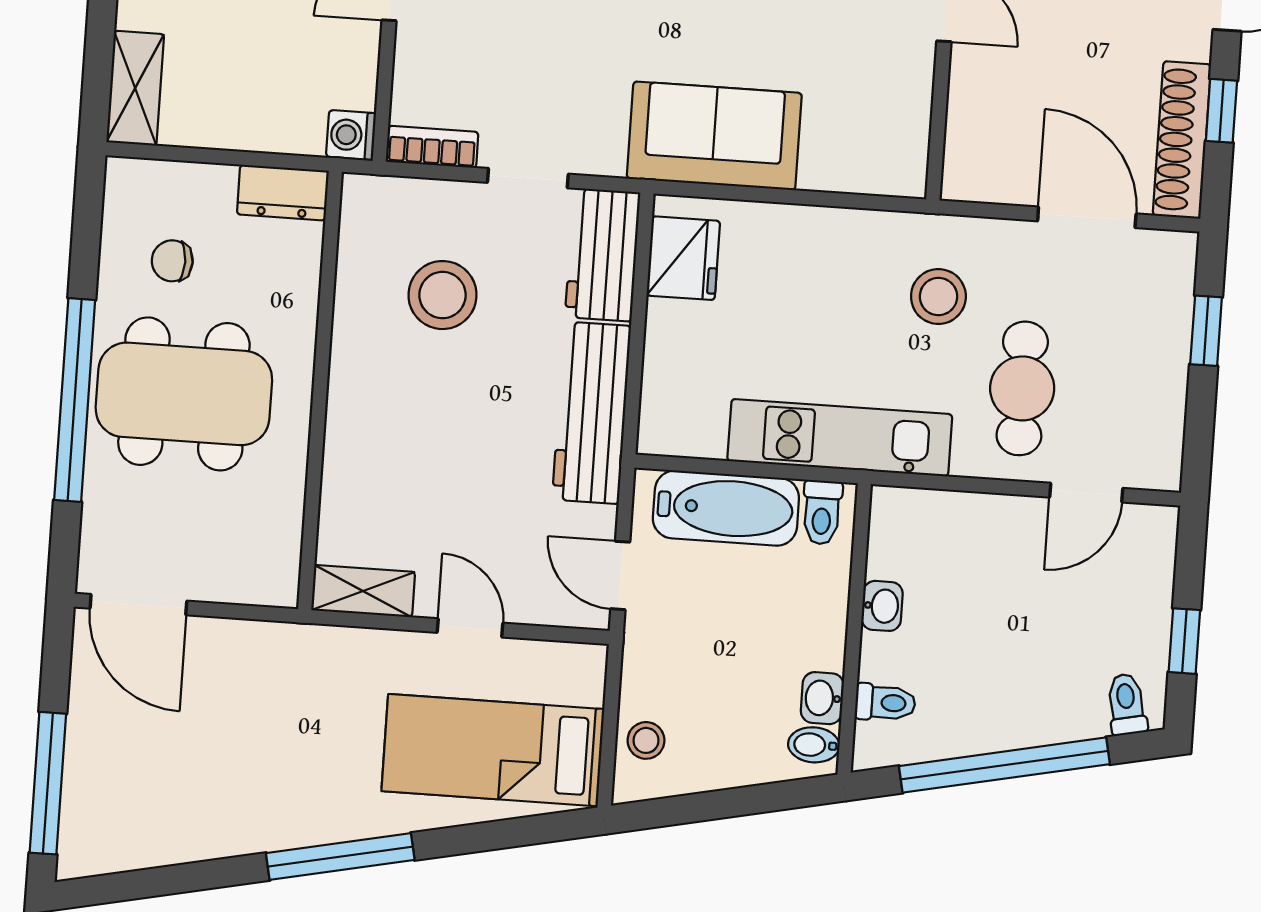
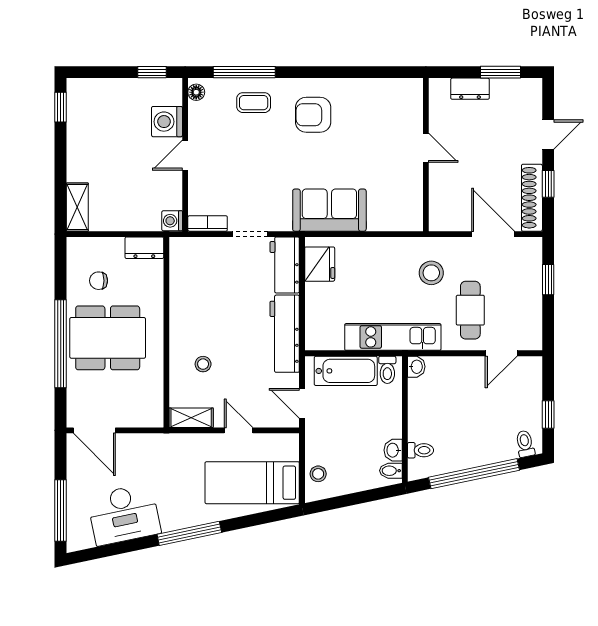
stool: (443, 295) -> (203, 364), moved, width x0.53, depth x0.53
washbasin: (882, 606) -> (416, 367), moved
desk: (193, 803) -> (124, 514), added

